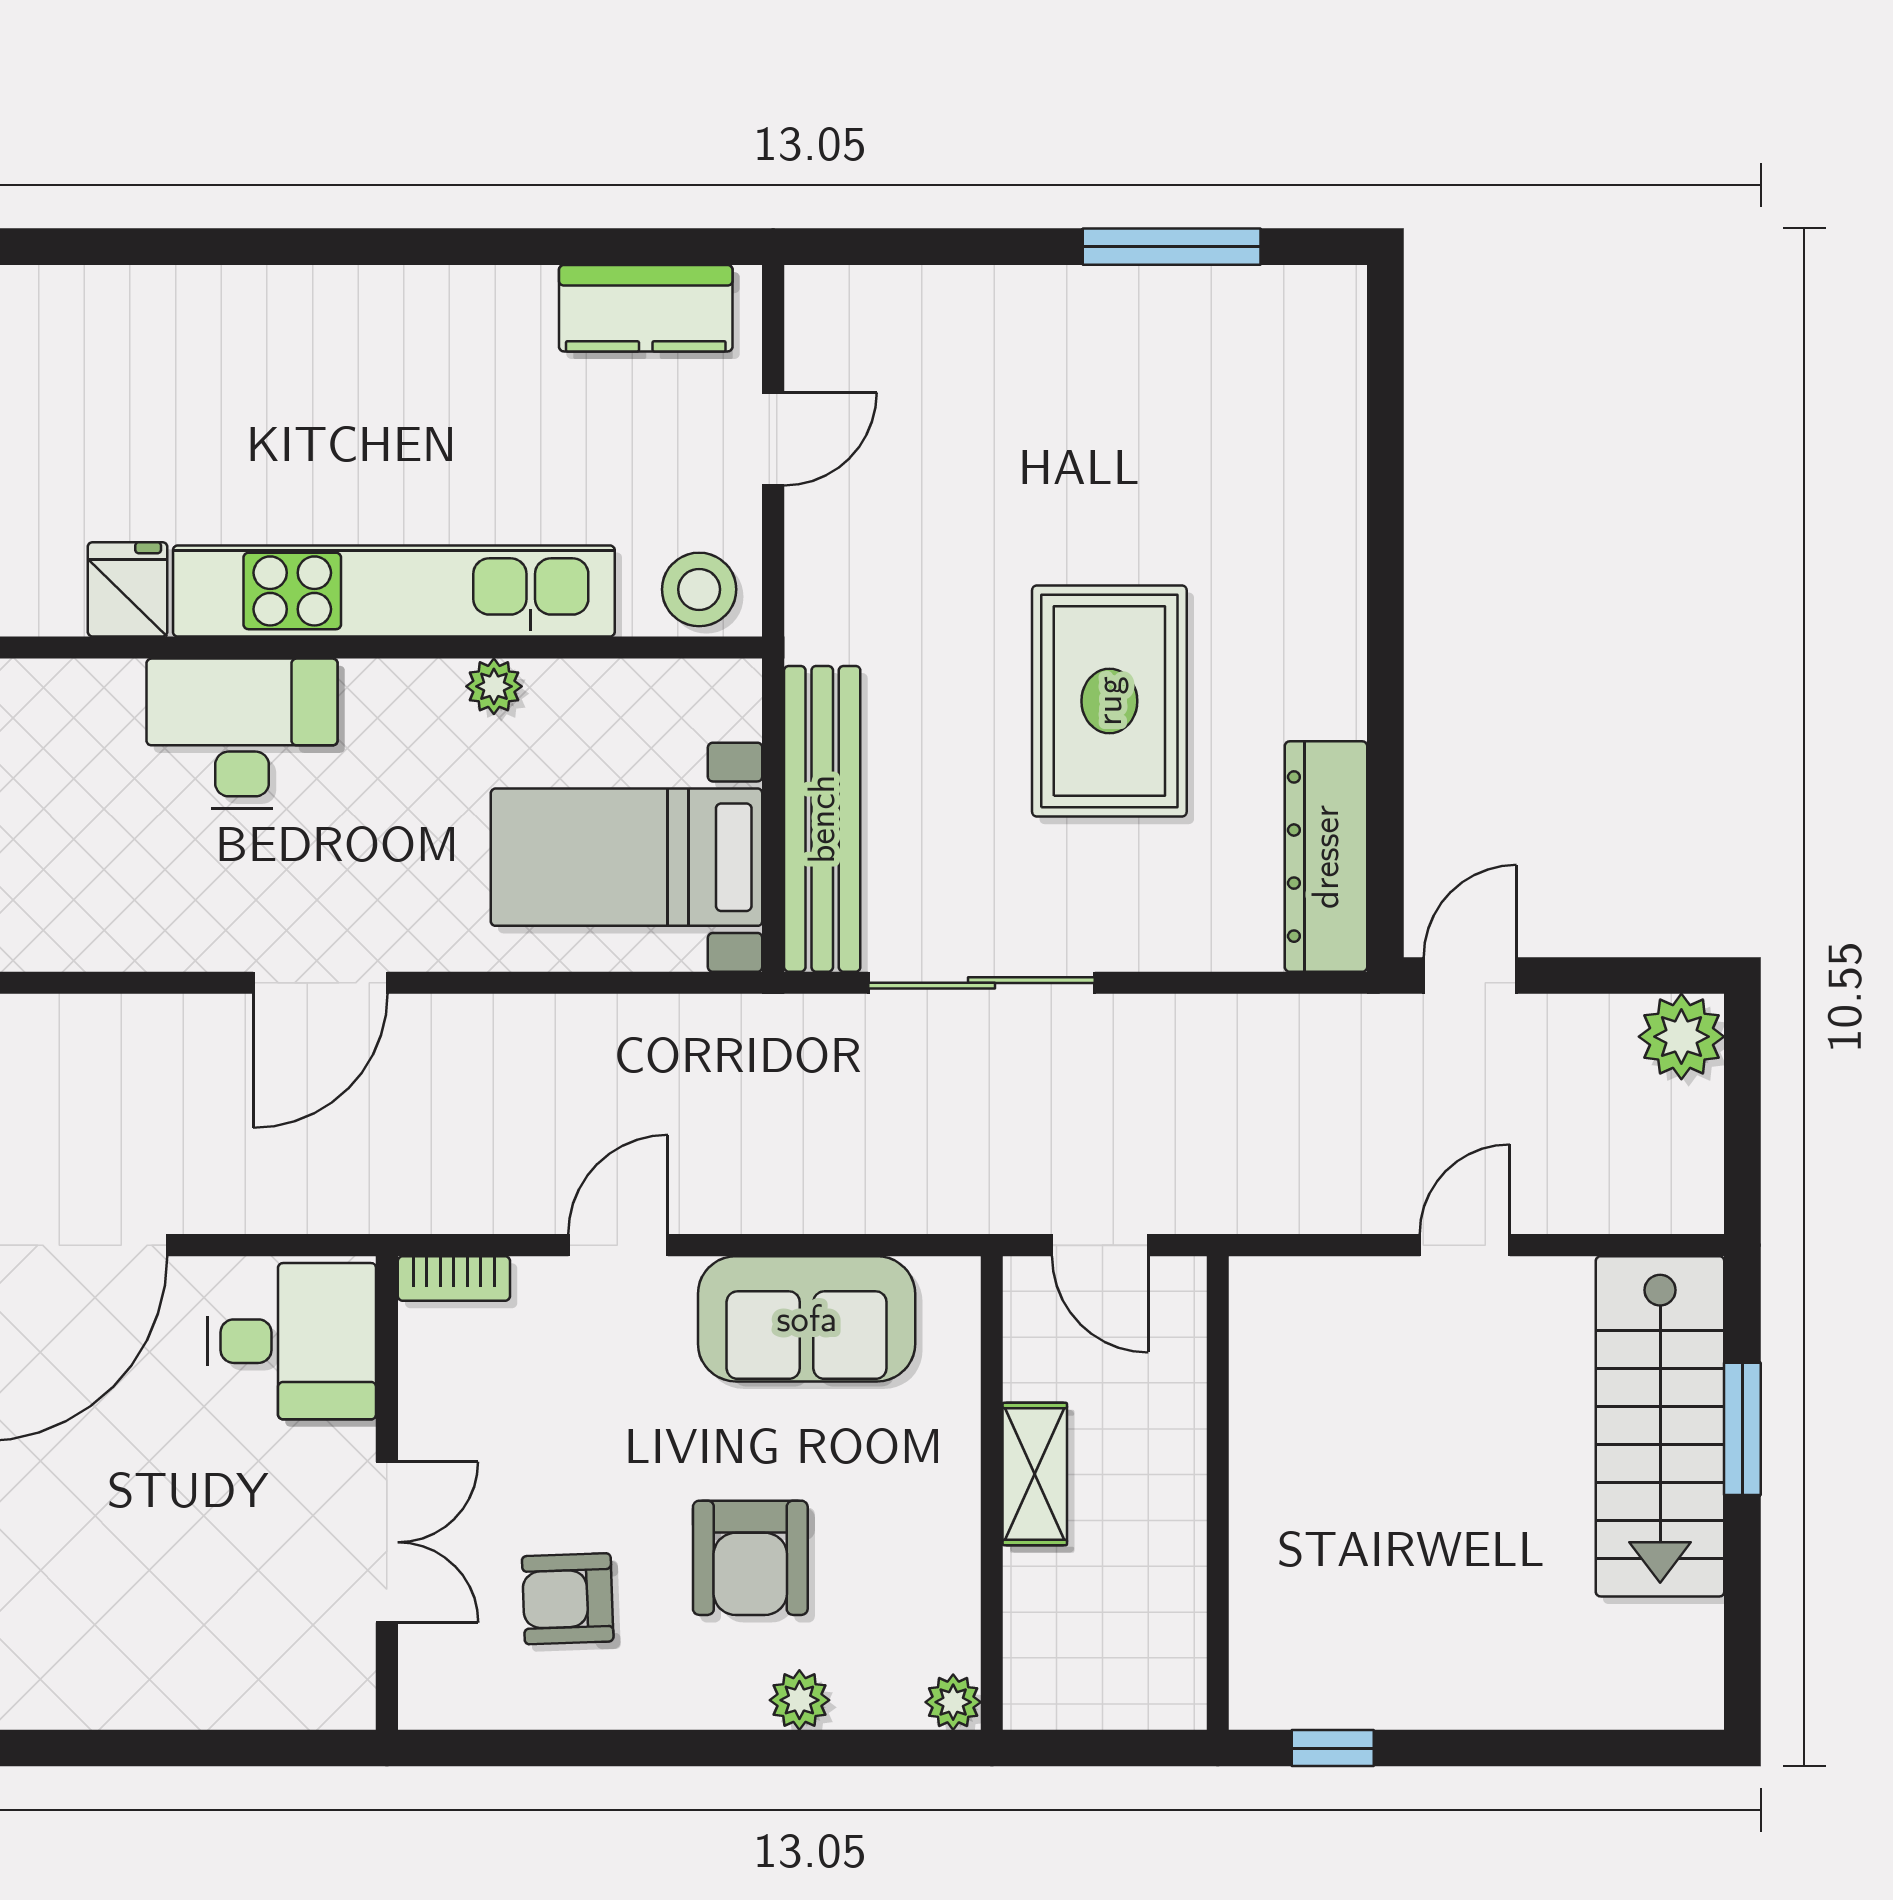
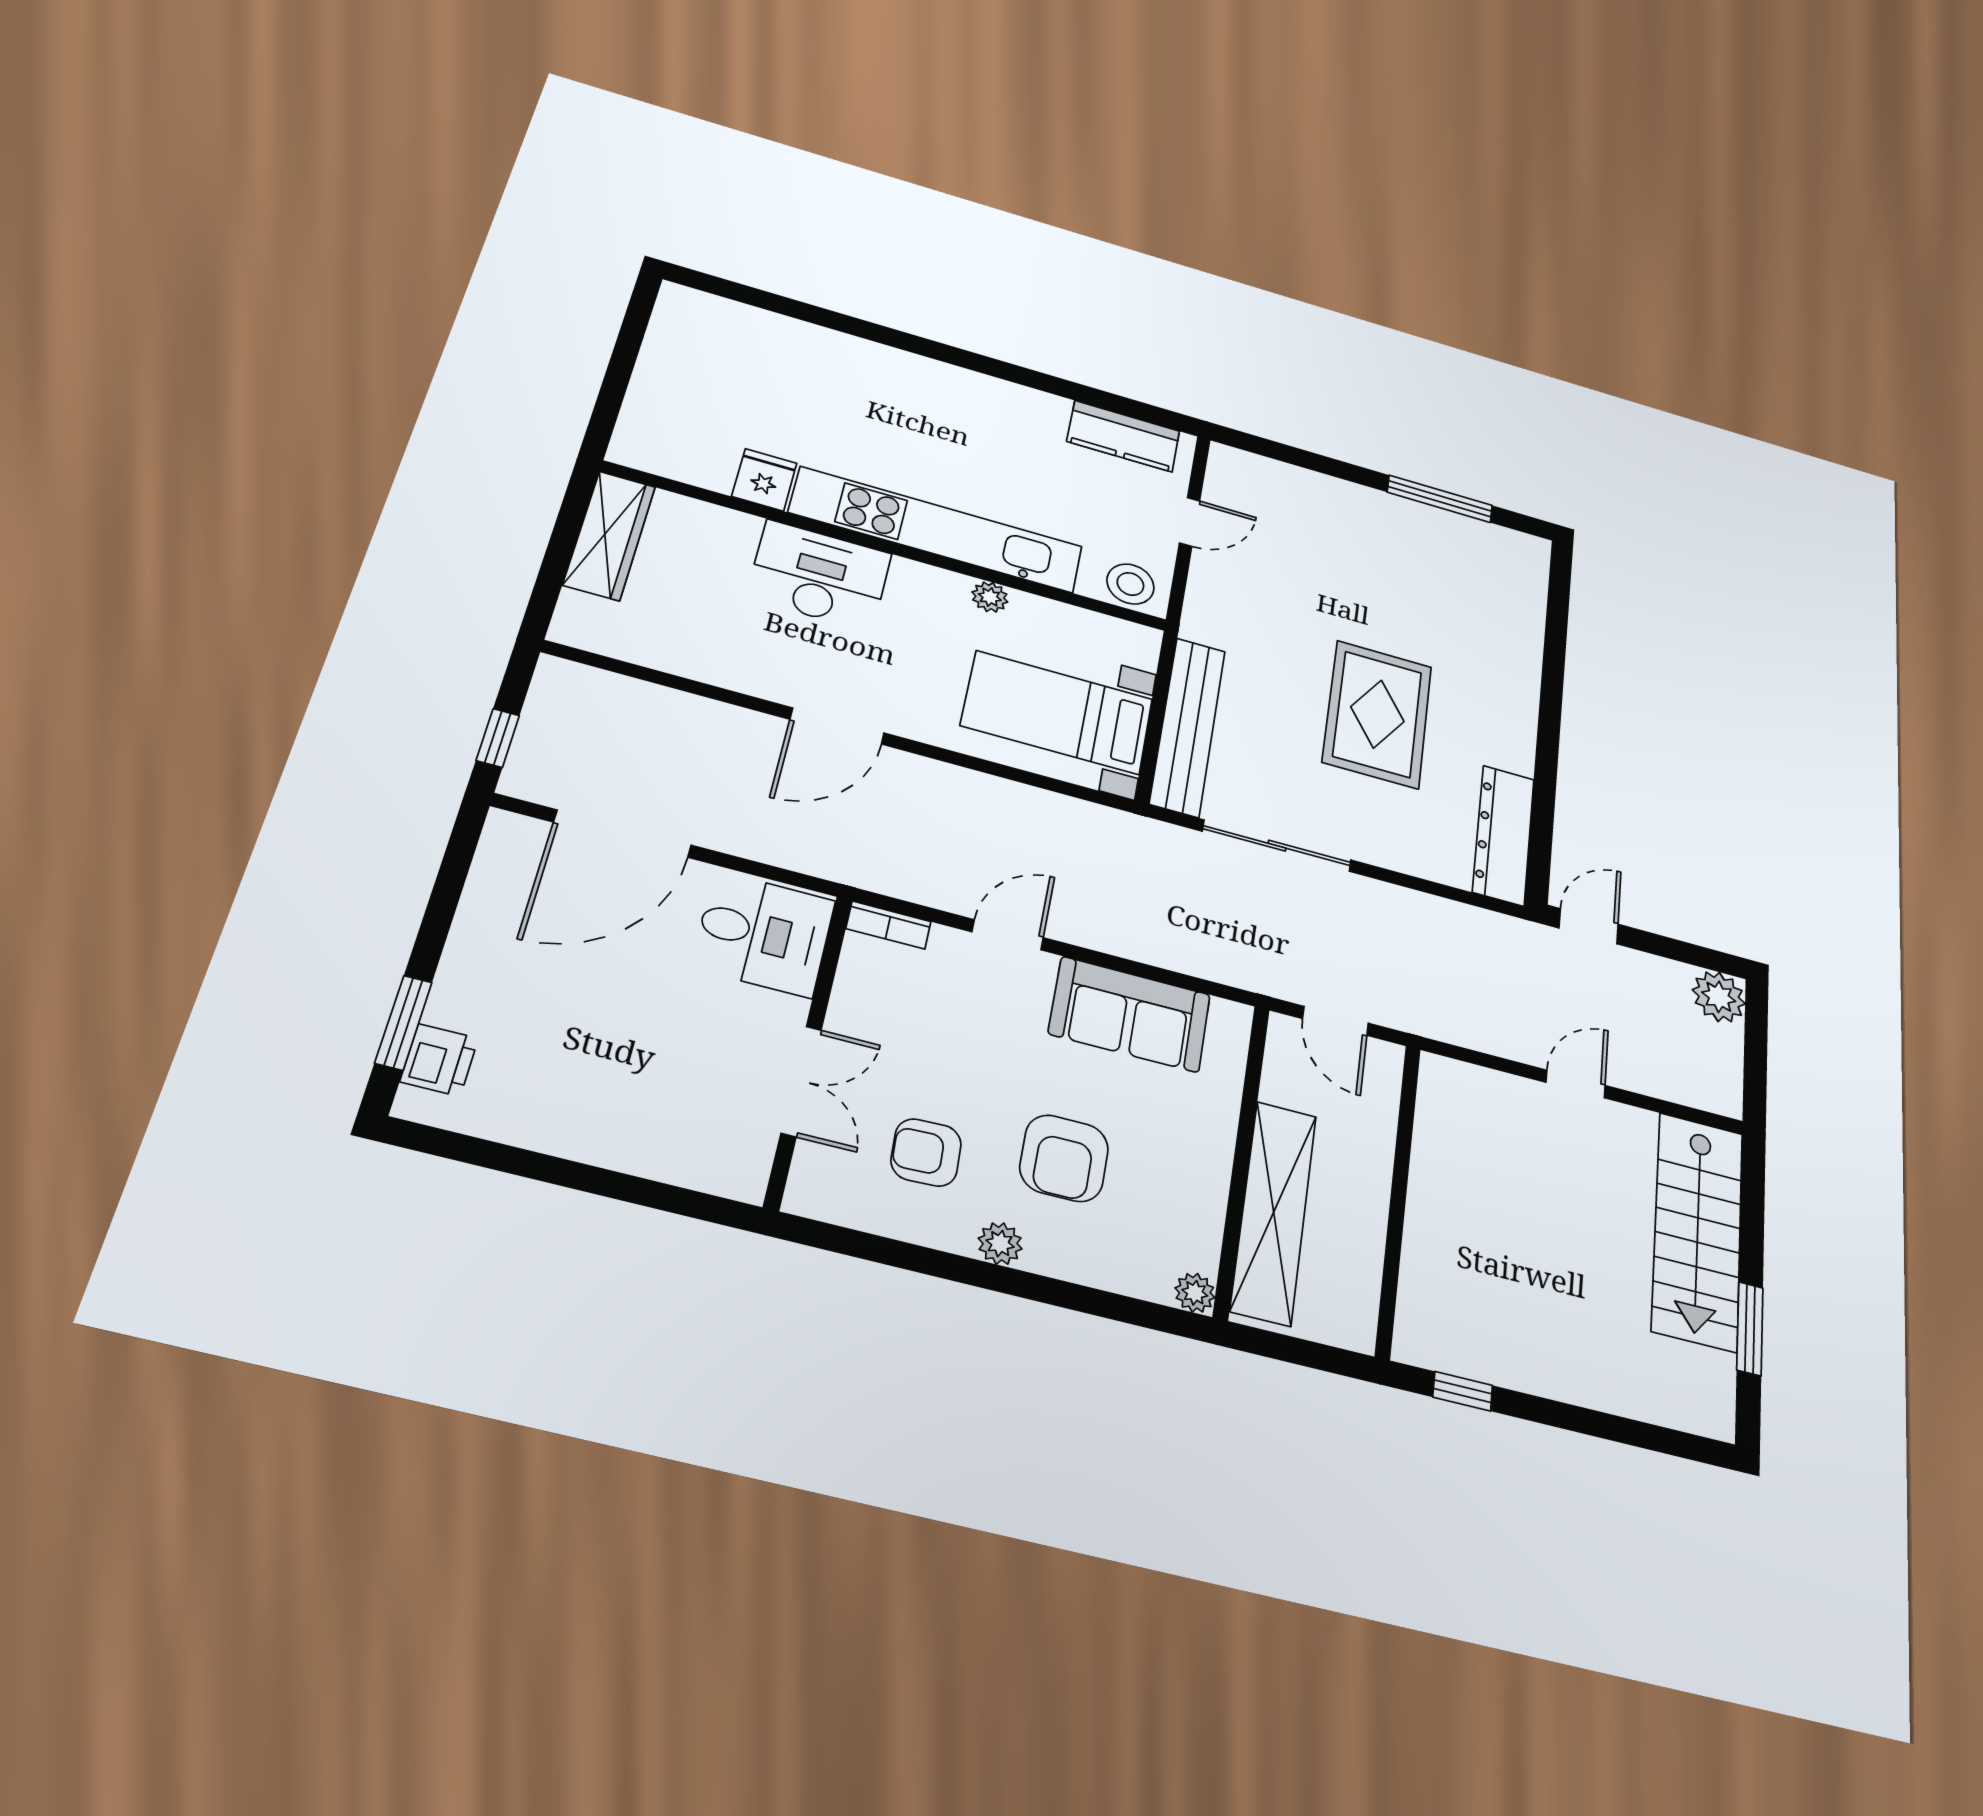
window: (1742, 1429) -> (1750, 1329), moved
shelving: (1035, 1474) -> (1274, 1212), width x2.20, depth x1.33
plant: (799, 1700) -> (1000, 1244), moved

